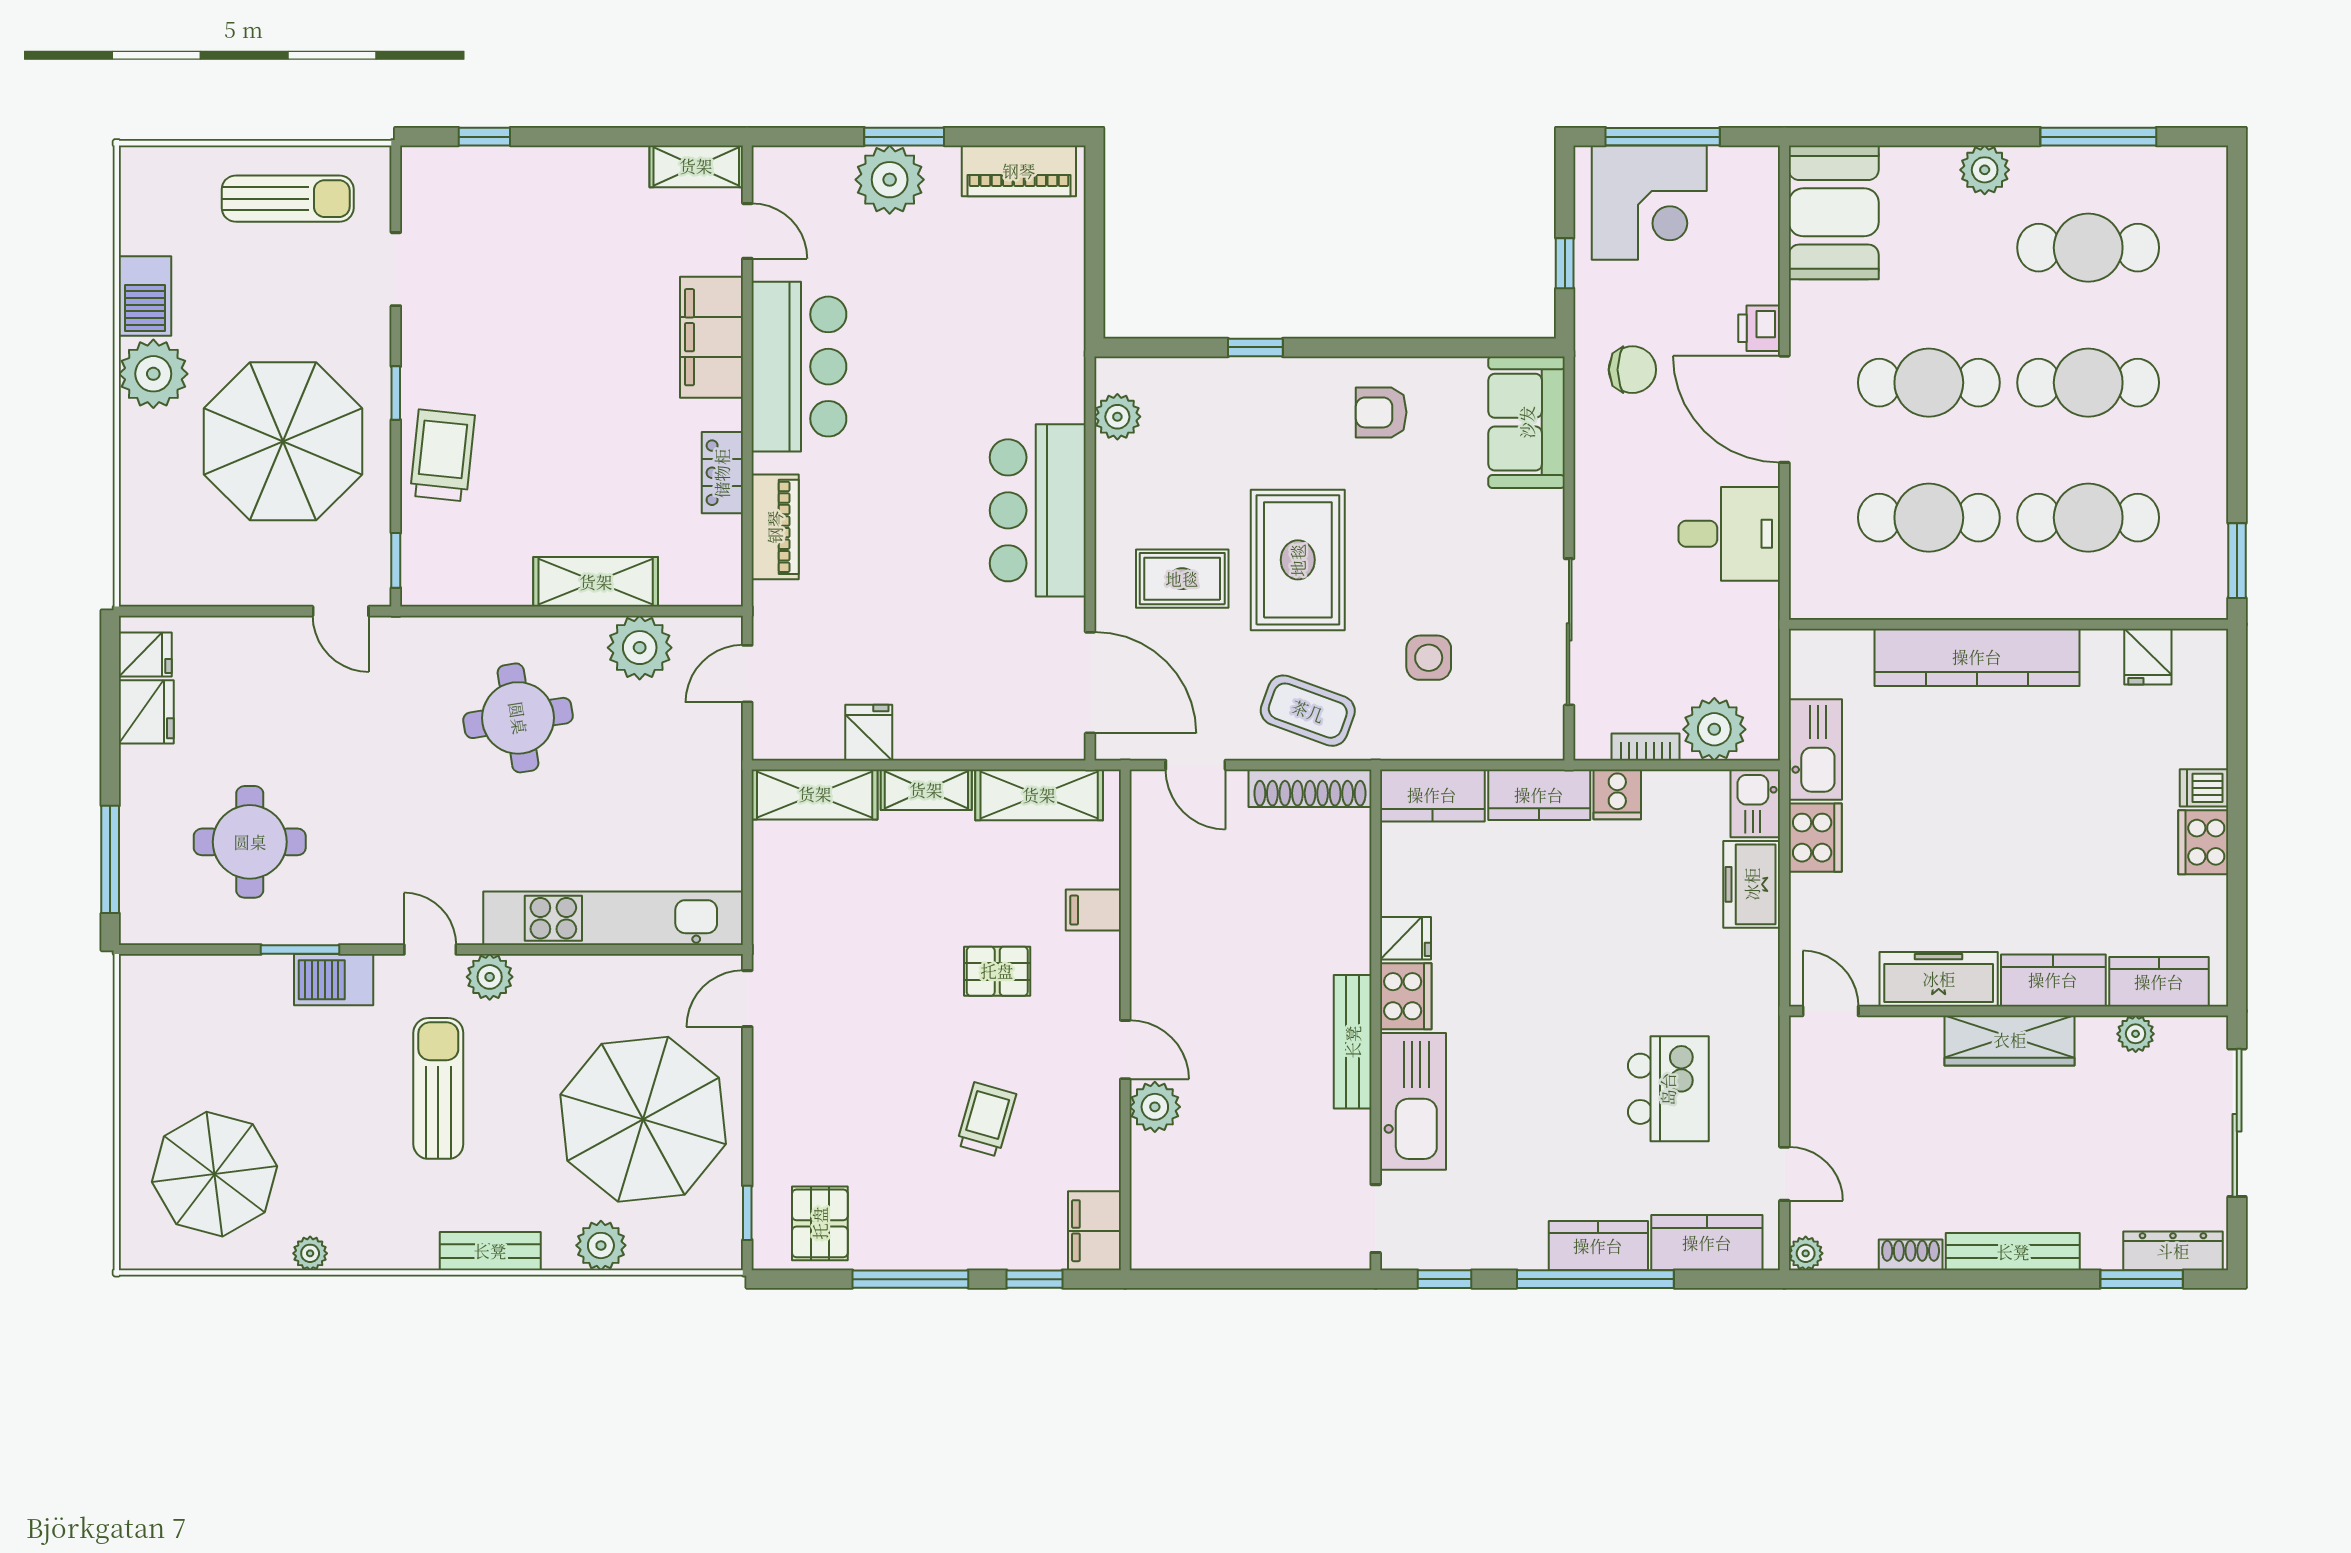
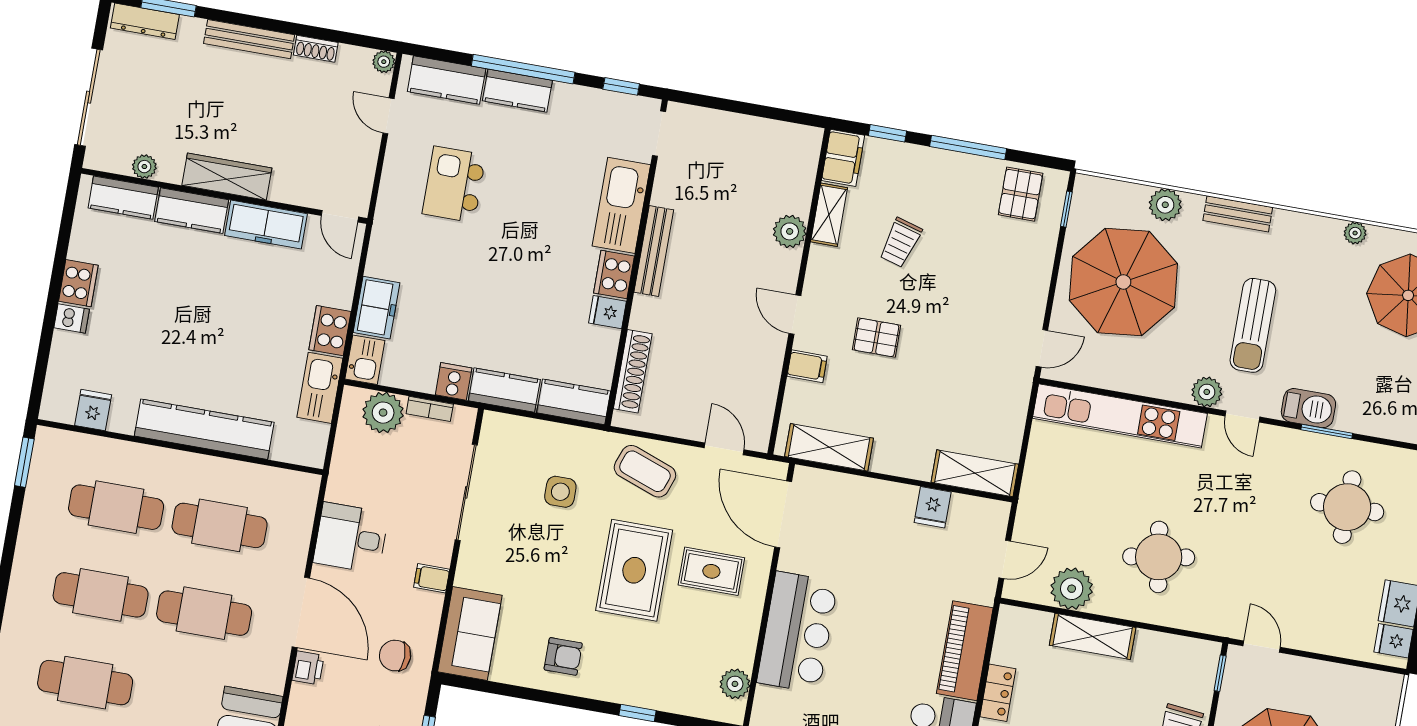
filing cabinet: (1598, 495) -> (432, 578), added
piano: (775, 527) -> (965, 651), width x1.37, depth x1.33
shoe rack: (1310, 788) -> (633, 371), moved, turned 90
shelving: (926, 790) -> (829, 215), moved, turned 90
door: (1125, 1050) -> (795, 315), moved

